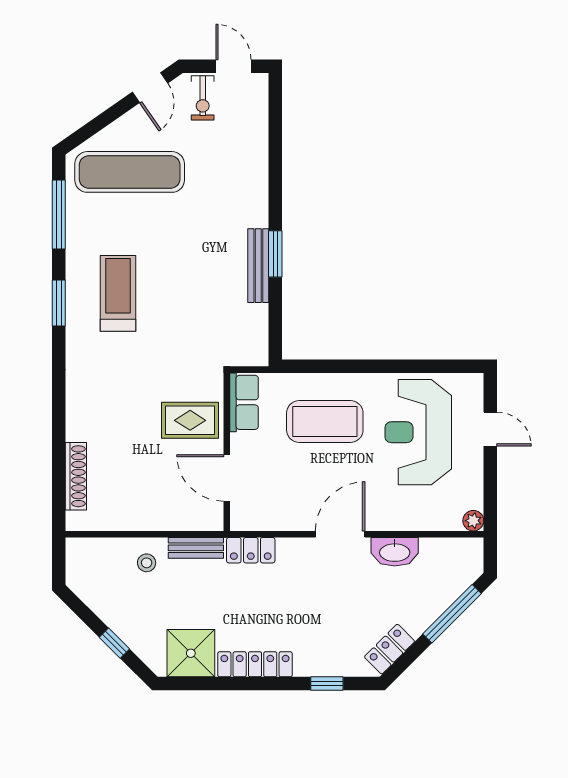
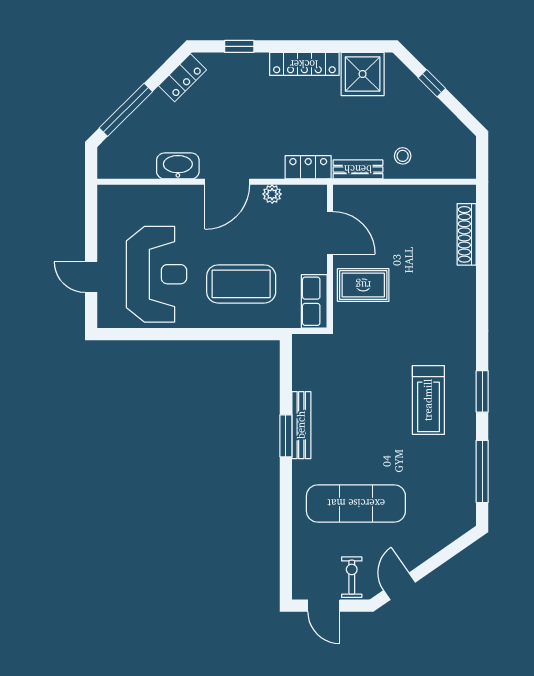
exercise mat: (130, 172) -> (356, 503), moved
plant: (473, 521) -> (272, 194), moved

